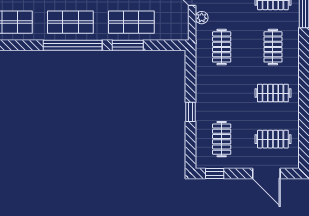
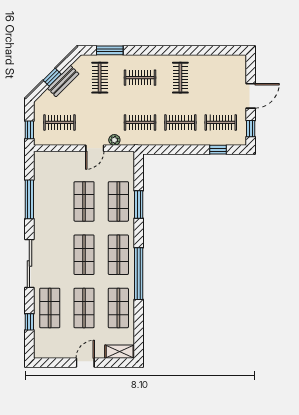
window: (73, 45) -> (139, 274), moved
window: (191, 112) -> (218, 150), moved
clothes rail: (273, 139) -> (180, 122), moved, turned 90
door: (266, 173) -> (251, 96), moved

